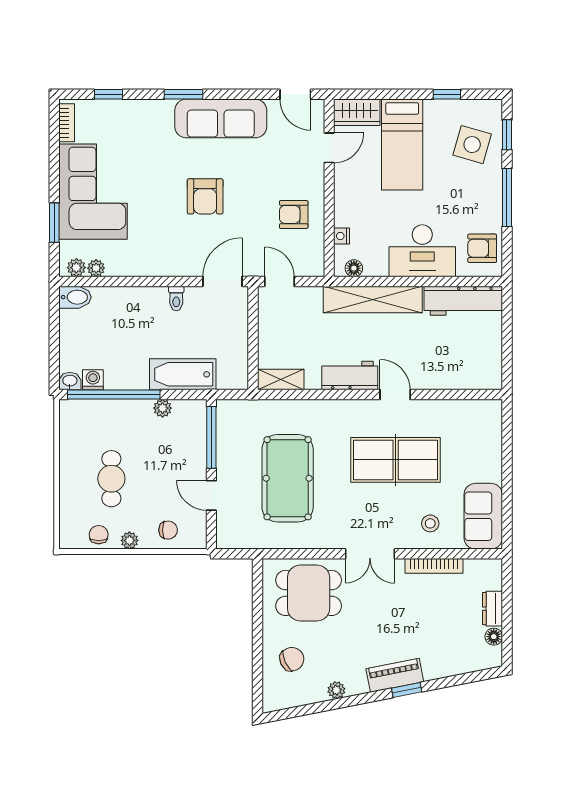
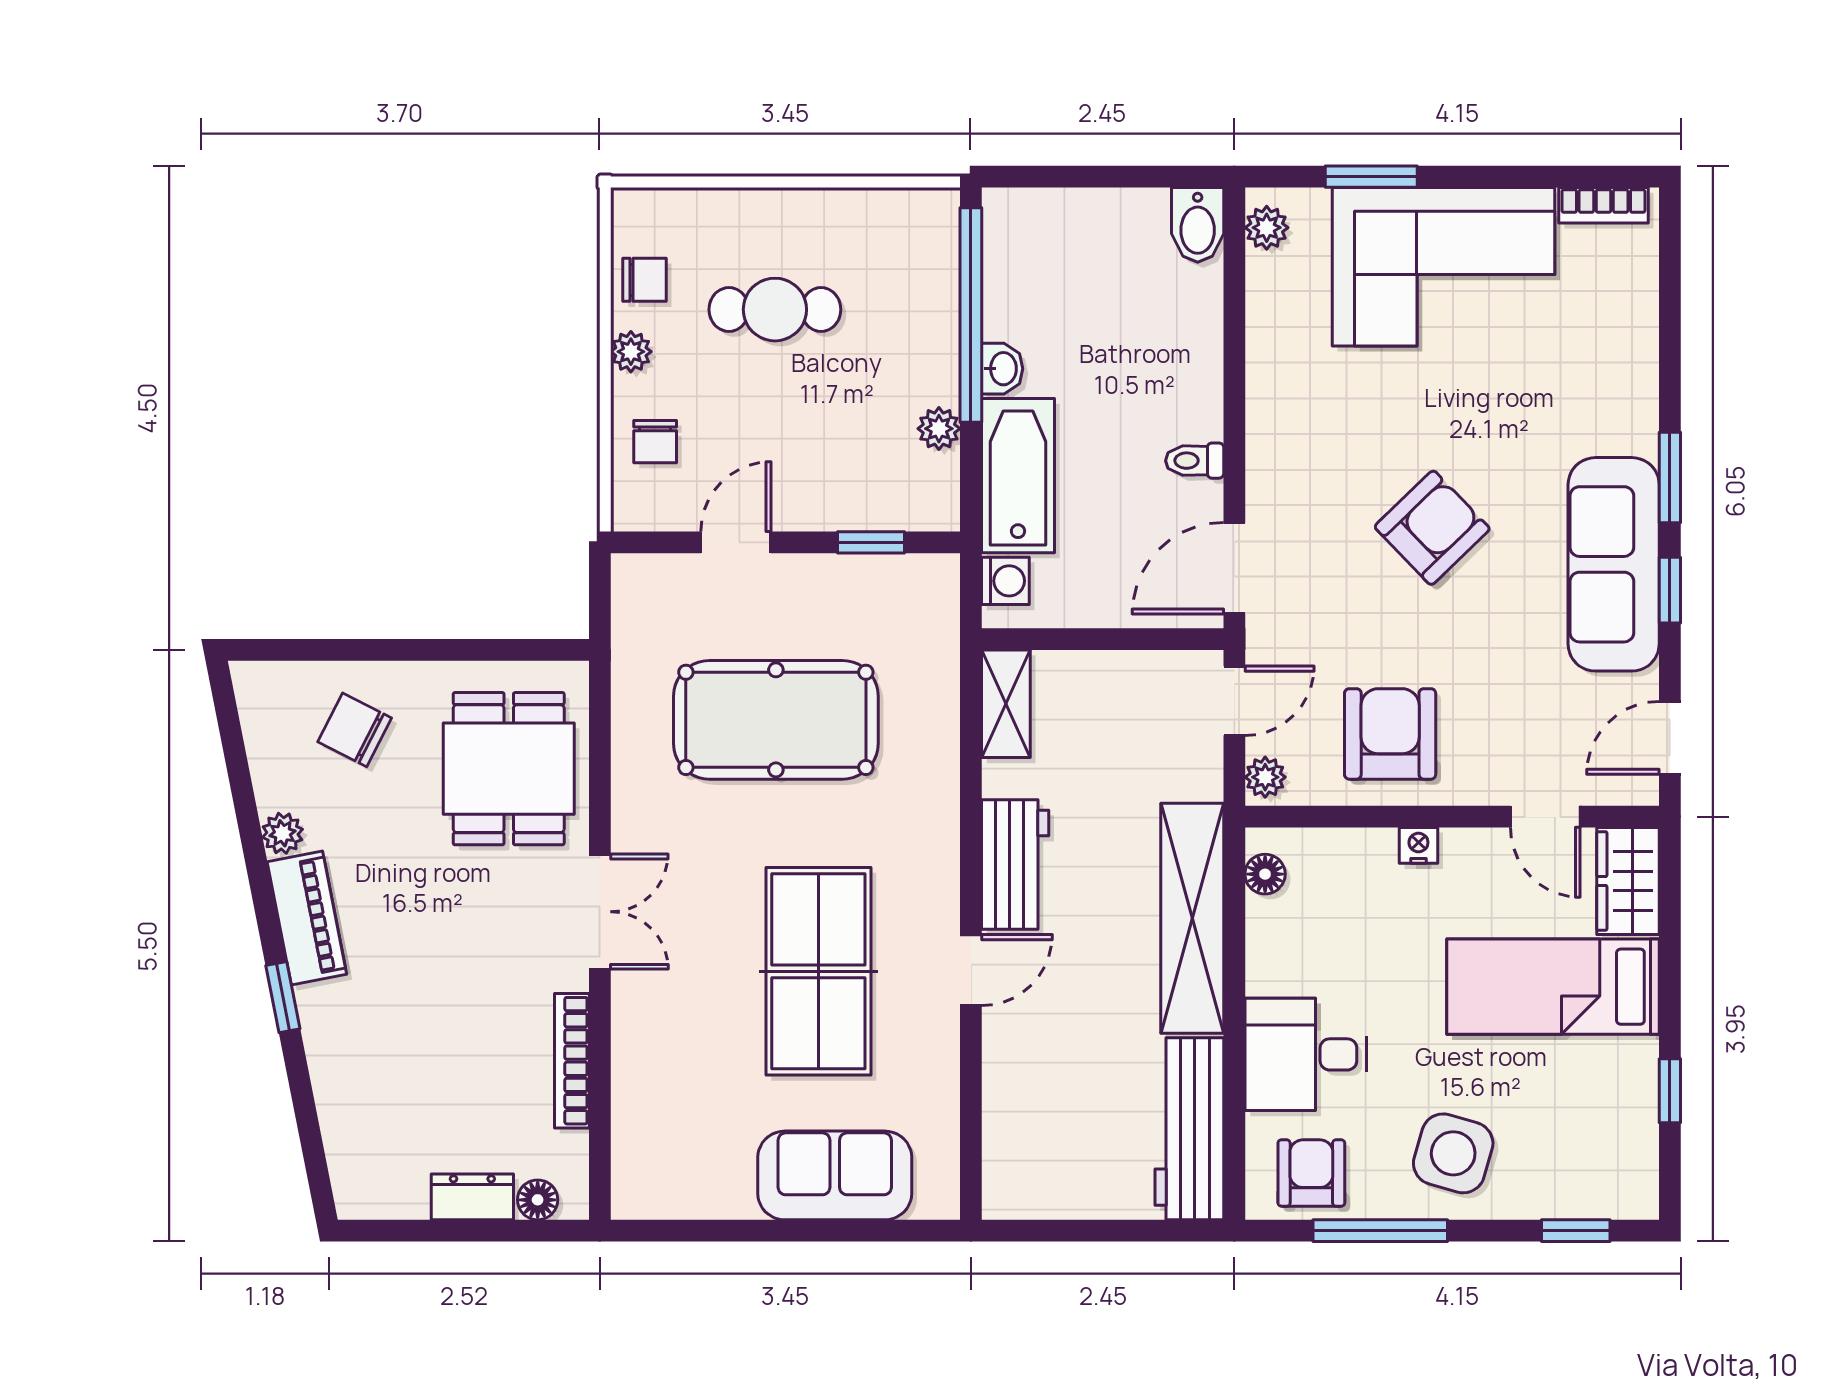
window: (108, 94) -> (1670, 590), moved
side table: (472, 145) -> (1453, 1153), moved
armchair: (205, 196) -> (1432, 528), turned 136
window: (507, 197) -> (1380, 1231), moved
armchair: (294, 214) -> (1390, 734), width x1.38, depth x1.38
nightstand: (342, 236) -> (1418, 845), moved
desk: (422, 251) -> (1306, 1054), width x0.73
plant: (96, 268) -> (1265, 777), moved
door: (222, 281) -> (1234, 568), swing flipped
washing machine: (93, 380) -> (1005, 581), moved
washbasin: (70, 381) -> (1002, 369), moved
window: (211, 437) -> (871, 542), width x0.46
sofa: (483, 516) -> (835, 1175), moved
stool: (430, 523) -> (671, 1052), removed
double door: (370, 554) -> (600, 912), swing flipped
floor lamp: (494, 637) -> (538, 1200), moved
chair: (292, 659) -> (355, 730), turned 142
piano: (395, 675) -> (307, 918), moved

